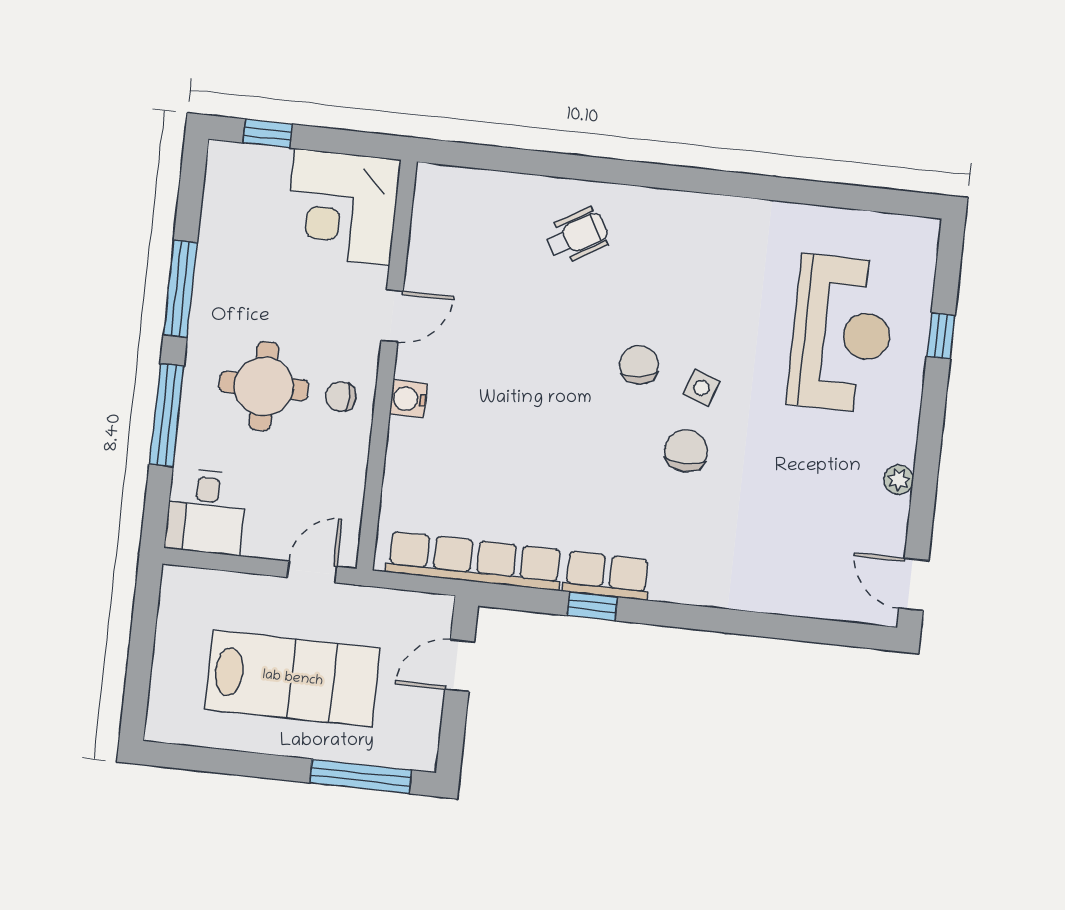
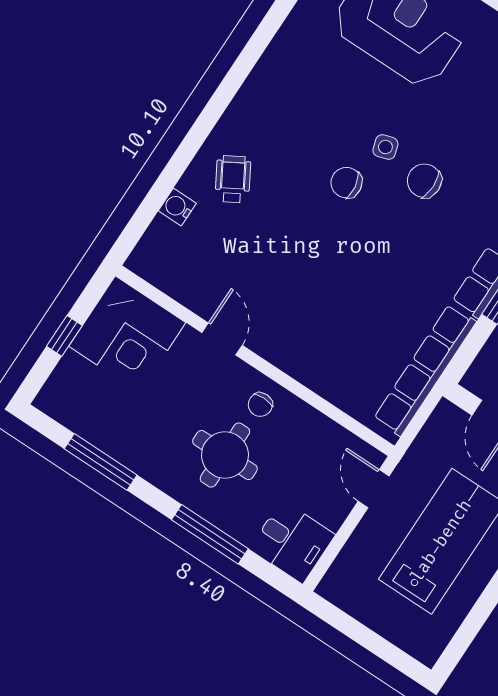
window: (268, 134) -> (64, 336), moved
window: (180, 289) -> (101, 462), moved
side table: (701, 388) -> (385, 147), turned -36
water cooler: (408, 399) -> (177, 207), moved, turned 90

